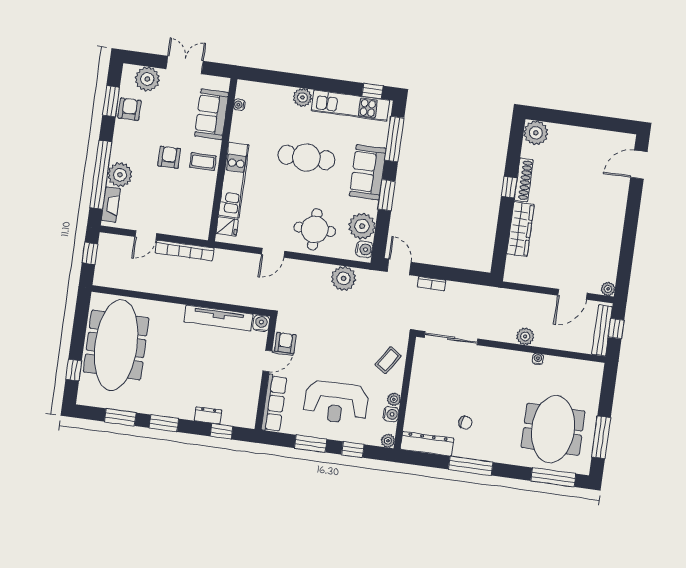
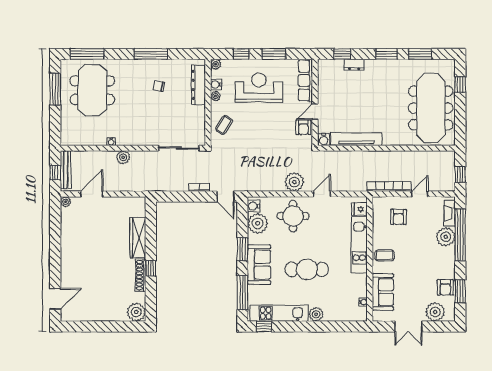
armchair: (169, 157) -> (398, 217), moved
plant: (344, 278) -> (294, 182), moved
dresser: (427, 444) -> (198, 85), moved, turned 90

